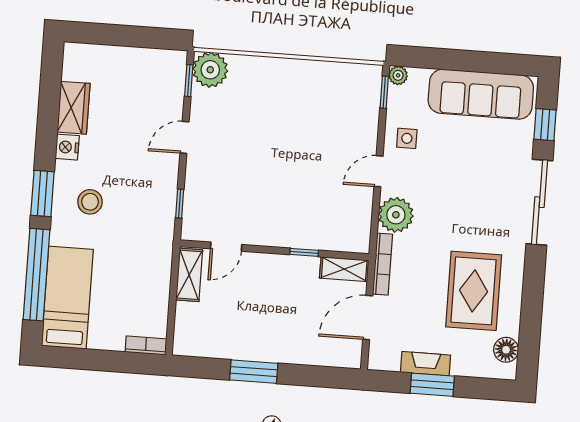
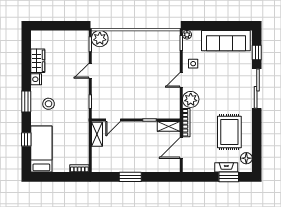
window: (36, 275) -> (26, 139), width x0.32
fireplace: (426, 364) -> (226, 167), moved
window: (432, 385) -> (229, 177), moved

